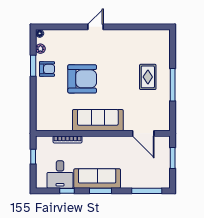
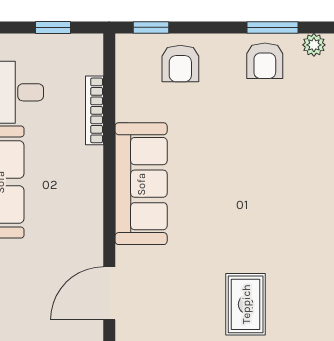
rug: (148, 77) -> (246, 304), turned 90
armchair: (82, 79) -> (180, 64), moved, width x0.53, depth x0.53
window: (33, 116) -> (151, 27), added

